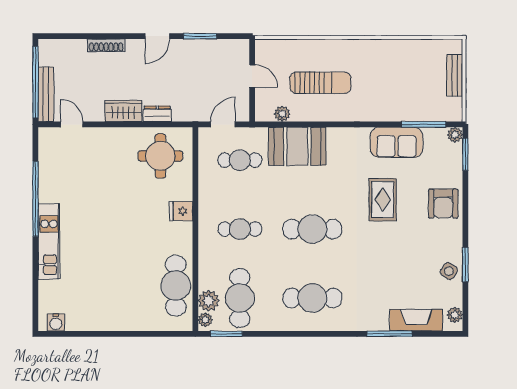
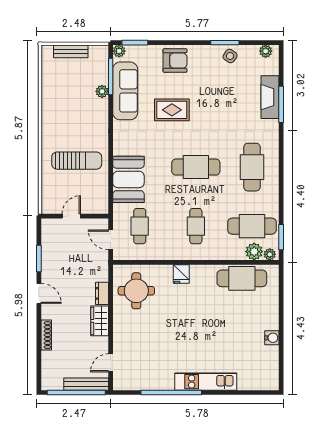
sun lounger: (320, 83) -> (77, 161), turned 90
plant: (282, 114) -> (102, 91), moved
sofa: (396, 142) -> (125, 91), width x1.36
cafe table: (312, 229) -> (196, 167), turned 90
fireplace: (416, 320) -> (270, 97), moved
water cooler: (56, 322) -> (272, 338), moved

